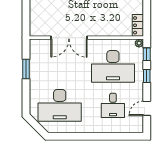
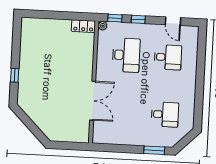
desk: (113, 66) -> (126, 55), width x0.73, depth x0.77
window: (26, 69) -> (154, 150), moved
desk: (60, 105) -> (165, 114), width x0.53, depth x0.77

